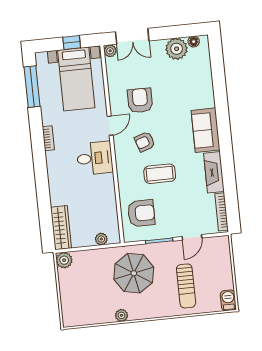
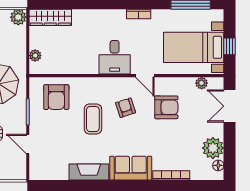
plant: (110, 51) -> (202, 83), moved
bookcase: (222, 212) -> (171, 175), moved

